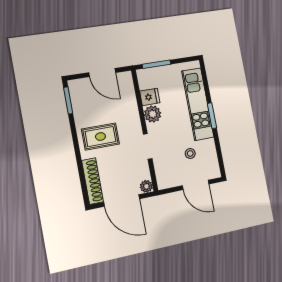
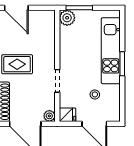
door: (102, 73) -> (16, 8), moved
fridge: (150, 97) -> (67, 115), moved
plant: (153, 114) -> (67, 18), moved

